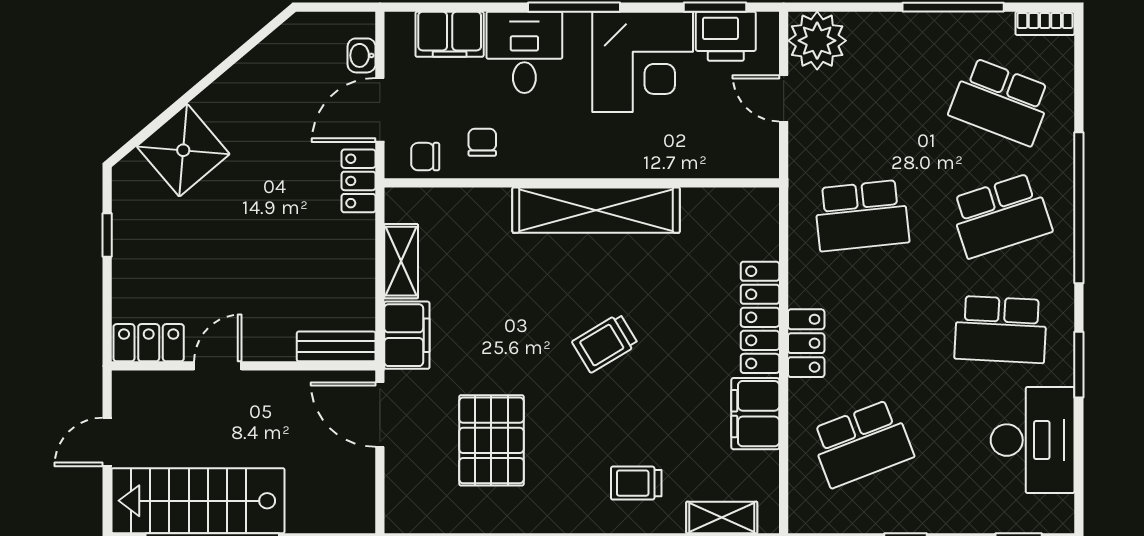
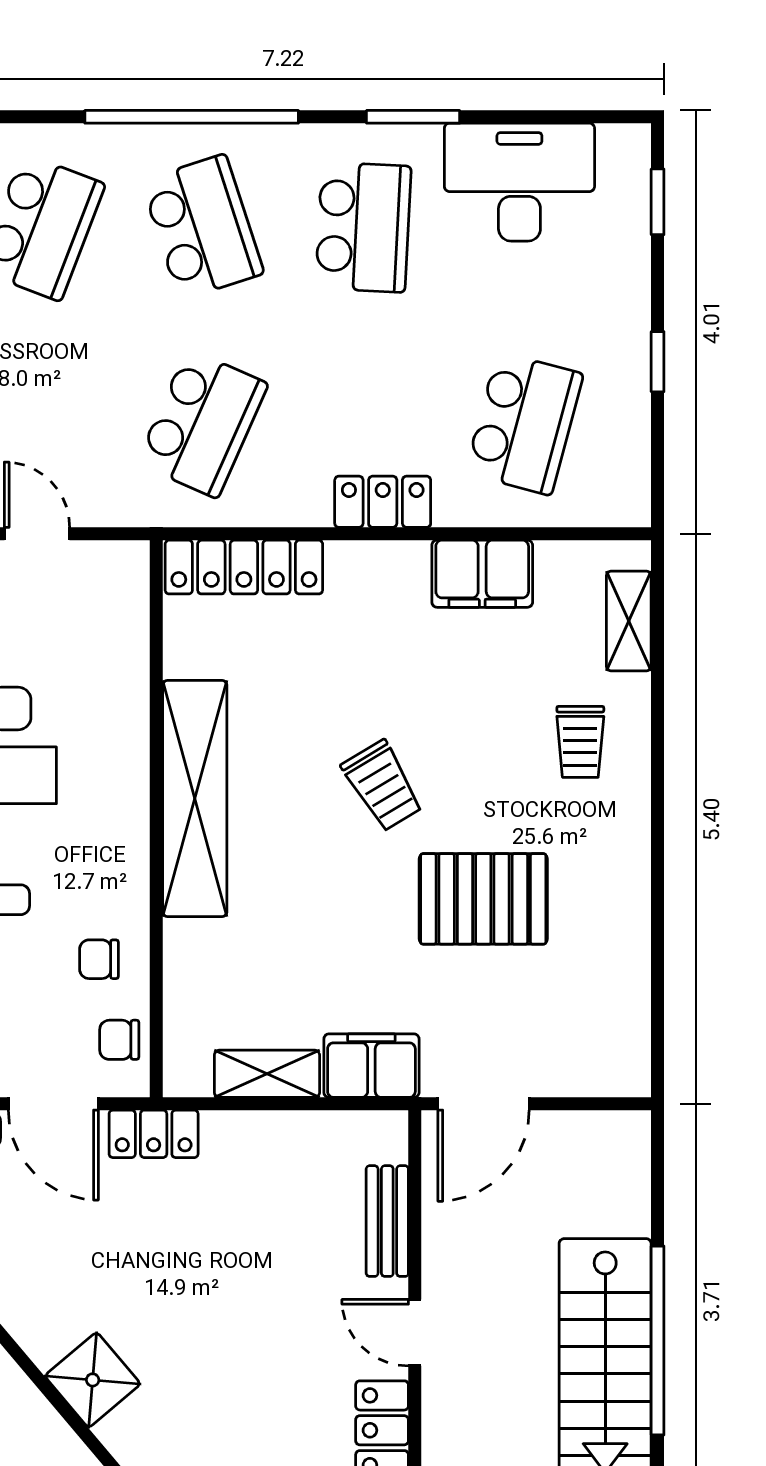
door: (784, 98) -> (37, 534), swing flipped
shower: (183, 150) -> (93, 1380), width x0.73, depth x0.73
chair: (425, 157) -> (119, 1040), turned 90
school desk: (862, 216) -> (202, 423), turned 30
locker: (760, 317) -> (244, 567), moved
bench: (336, 346) -> (387, 1221), moved
pallet: (491, 440) -> (483, 899), moved
school desk: (862, 443) -> (524, 423), turned 36

